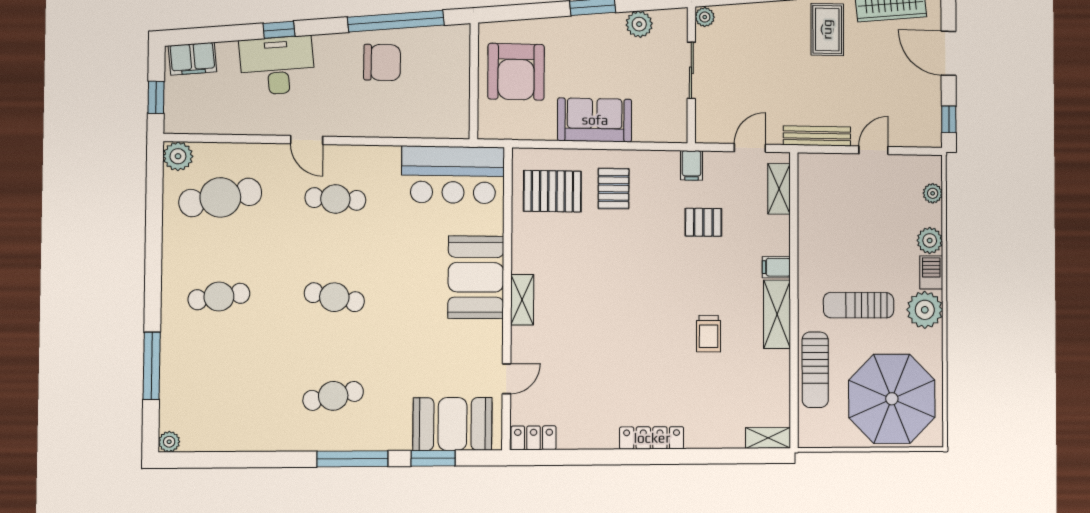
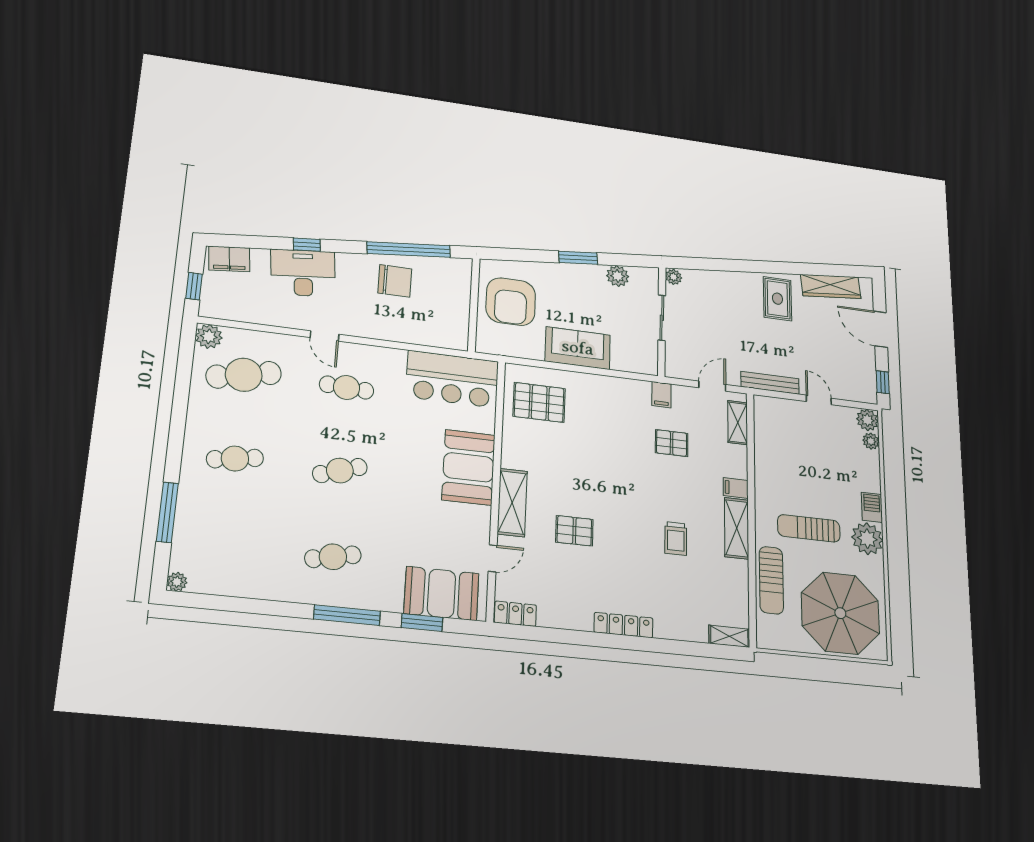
door: (873, 150) -> (819, 400), hinge flipped
pallet: (614, 189) -> (574, 531), moved, turned 90
plant: (930, 240) -> (867, 420), moved
cafe table: (334, 297) -> (340, 471), turned -30
shelving: (522, 300) -> (512, 502), width x1.50, depth x1.33

